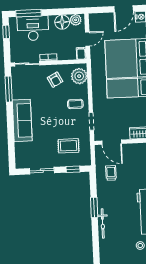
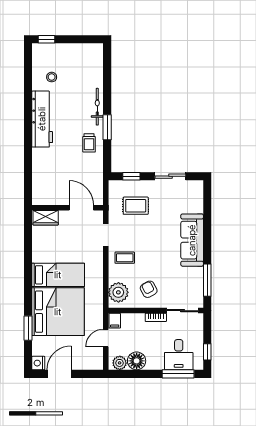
desk: (33, 28) -> (179, 355), width x0.73
trolley: (111, 173) -> (89, 143), moved

